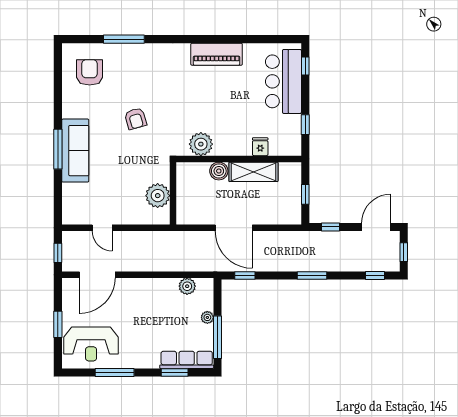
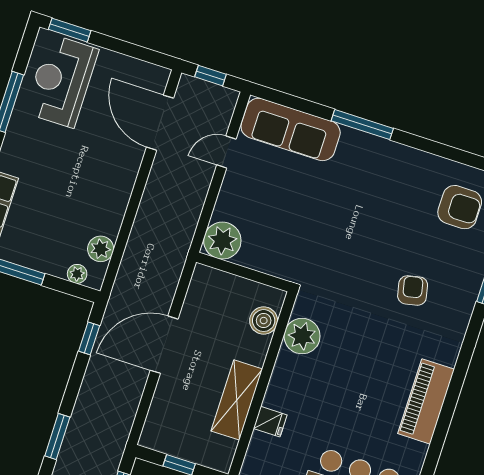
armchair: (136, 119) -> (413, 290), moved, turned 94
sofa: (75, 151) -> (291, 129), moved
boiler: (219, 171) -> (264, 321), moved
plant: (158, 196) -> (222, 241), moved
plant: (207, 317) -> (77, 274), moved
window: (58, 324) -> (70, 30), moved

